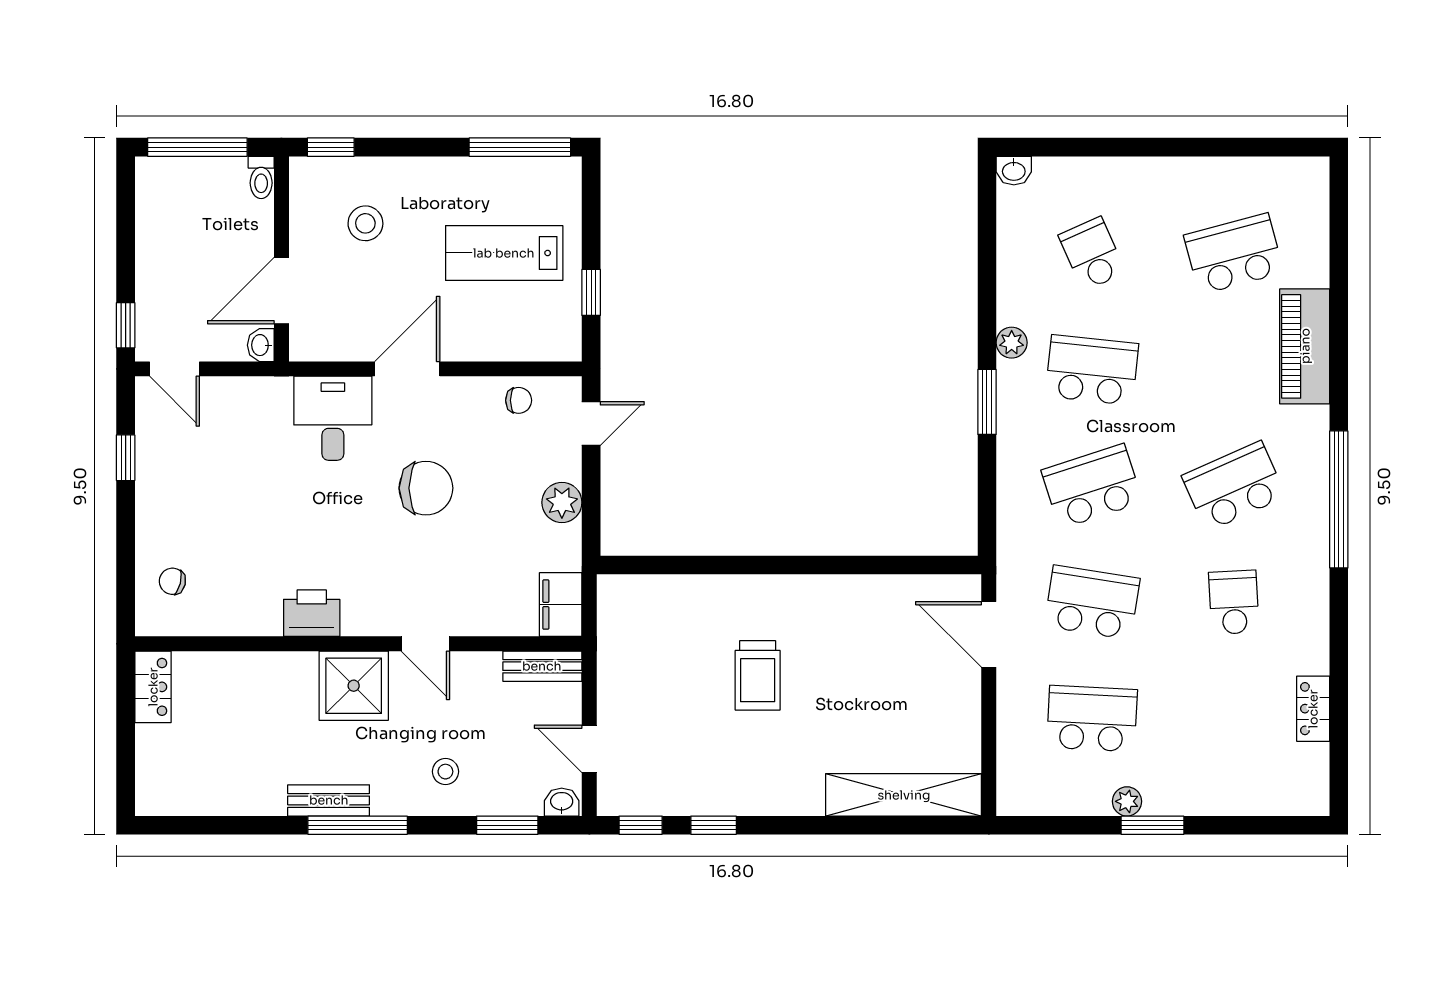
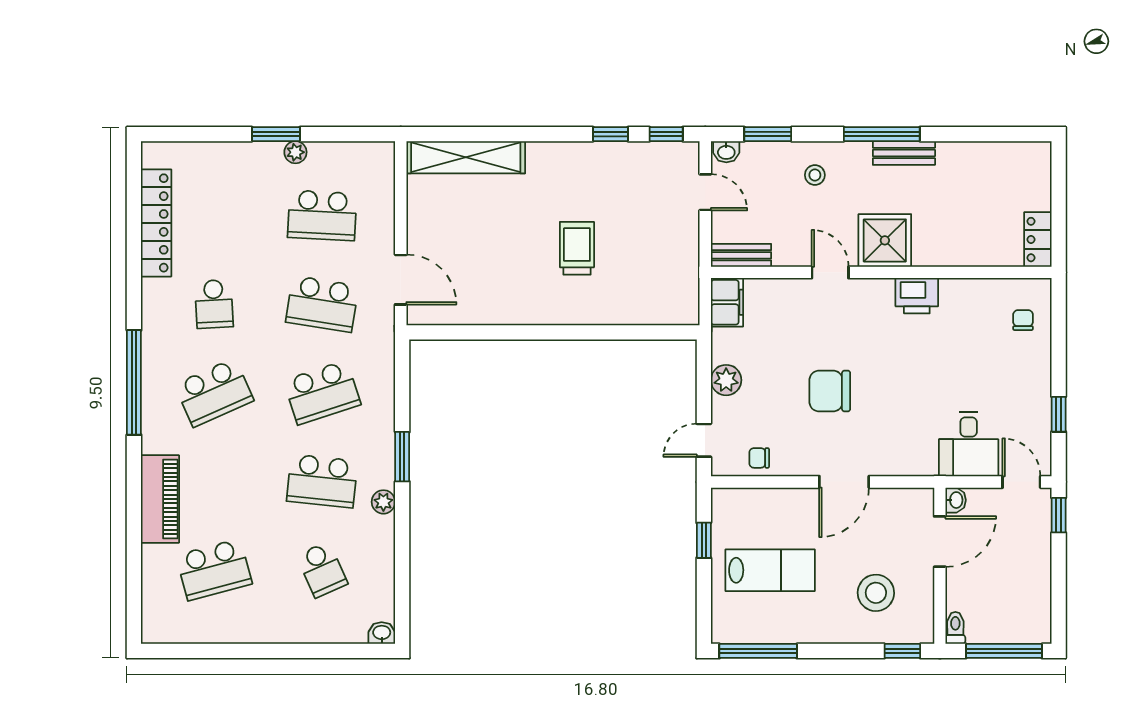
stool: (365, 223) -> (876, 593), width x1.38, depth x1.38
desk: (333, 418) -> (969, 444), moved
chair: (172, 581) -> (1023, 320), turned -104
locker: (1313, 709) -> (156, 223), width x2.16, depth x1.21

